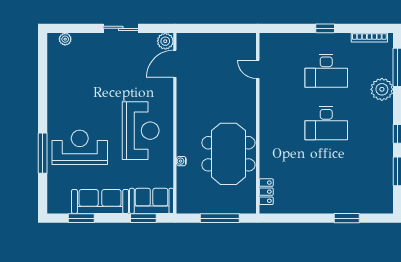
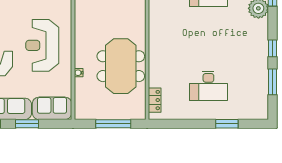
desk: (326, 123) -> (208, 86), moved
reception desk: (141, 131) -> (42, 45), turned 180
window: (143, 218) -> (27, 124), moved

